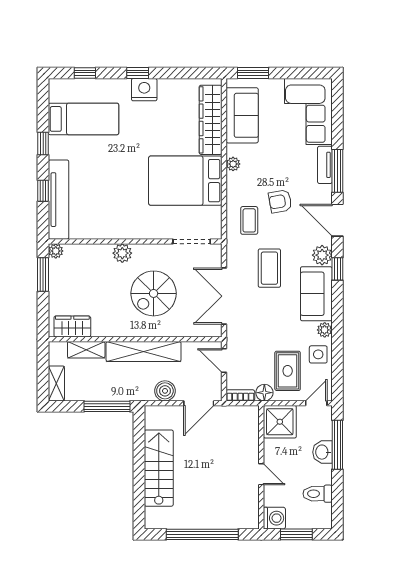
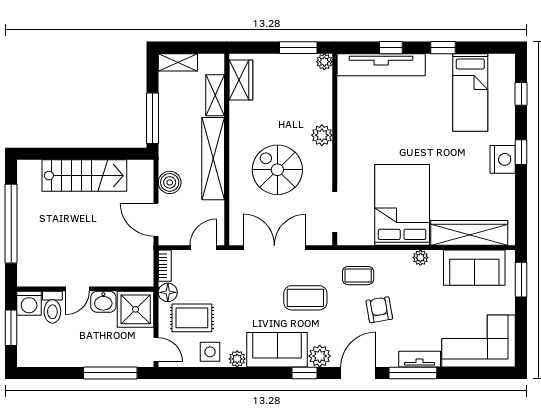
washbasin: (322, 452) -> (103, 302), moved, turned 180
toilet: (318, 494) -> (52, 307), moved, turned 180

